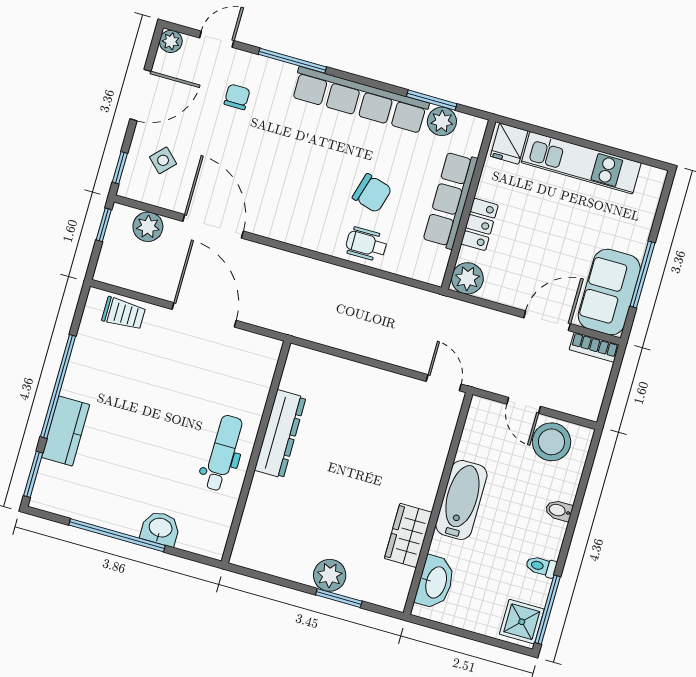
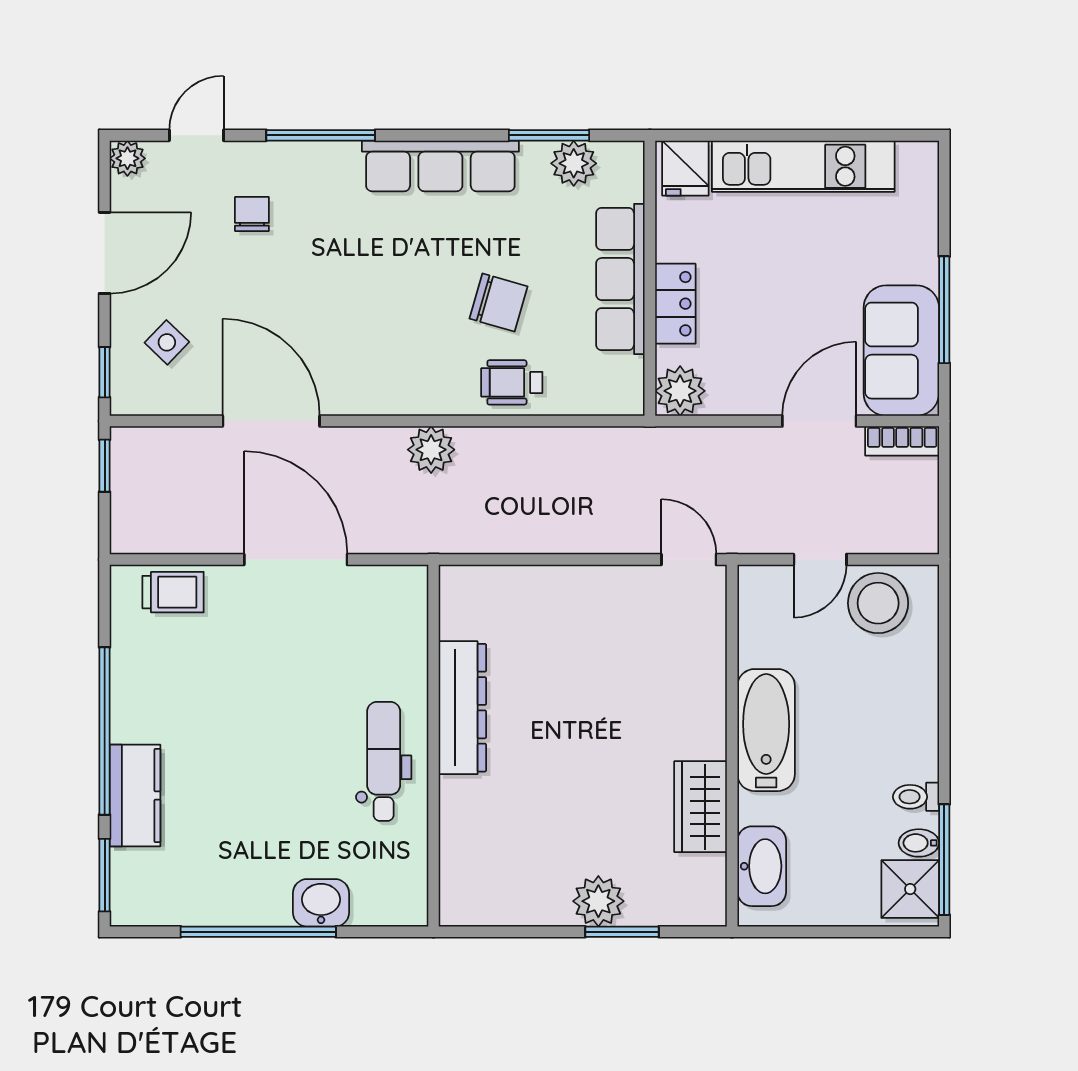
row of seats: (360, 100) -> (440, 166), width x0.73
plant: (148, 227) -> (431, 450), moved
door: (524, 405) -> (820, 560), hinge flipped
bidet: (559, 510) -> (919, 843), moved

